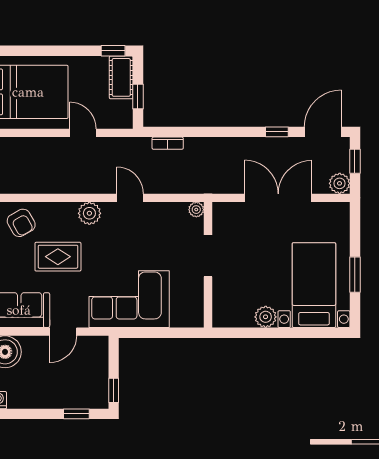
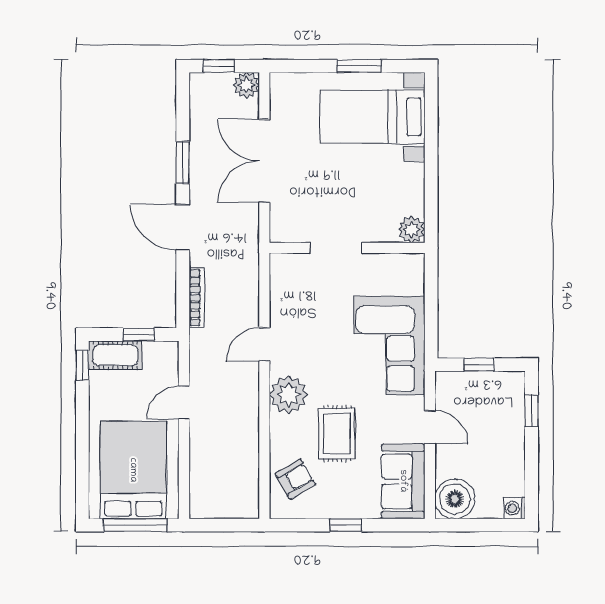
window: (277, 132) -> (183, 163), width x1.50
door: (323, 132) -> (183, 227), moved
bookcase: (168, 143) -> (197, 298), width x1.56
plant: (196, 210) -> (279, 262), removed
plant: (89, 213) -> (288, 395), width x1.36, depth x1.36
plant: (266, 317) -> (411, 230), moved
window: (114, 390) -> (479, 365), moved

